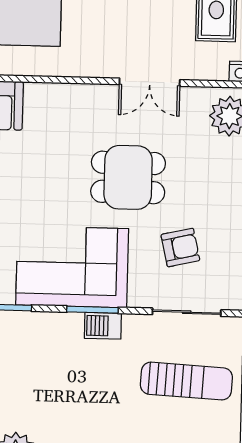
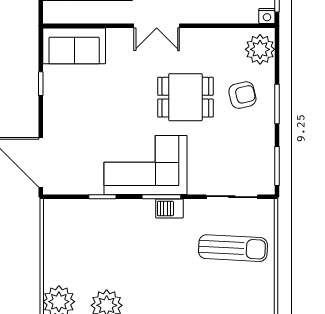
double door: (150, 82) -> (157, 26), moved
armchair: (180, 248) -> (242, 95), moved

